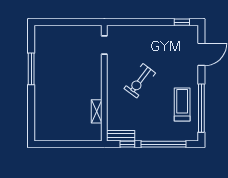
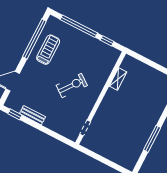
treadmill: (182, 105) -> (48, 50), turned 180
bench: (121, 136) -> (32, 115), moved

